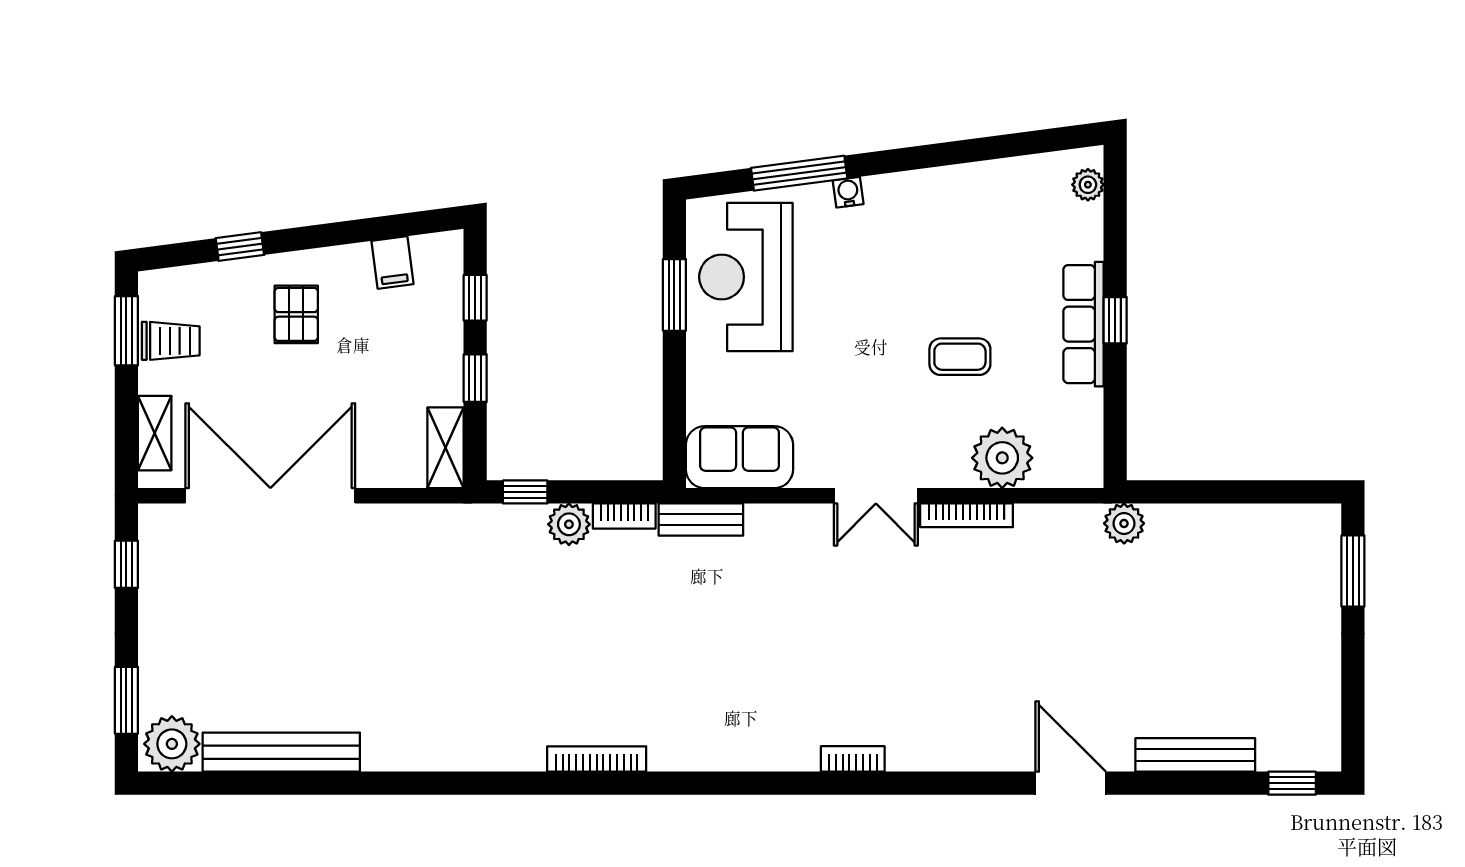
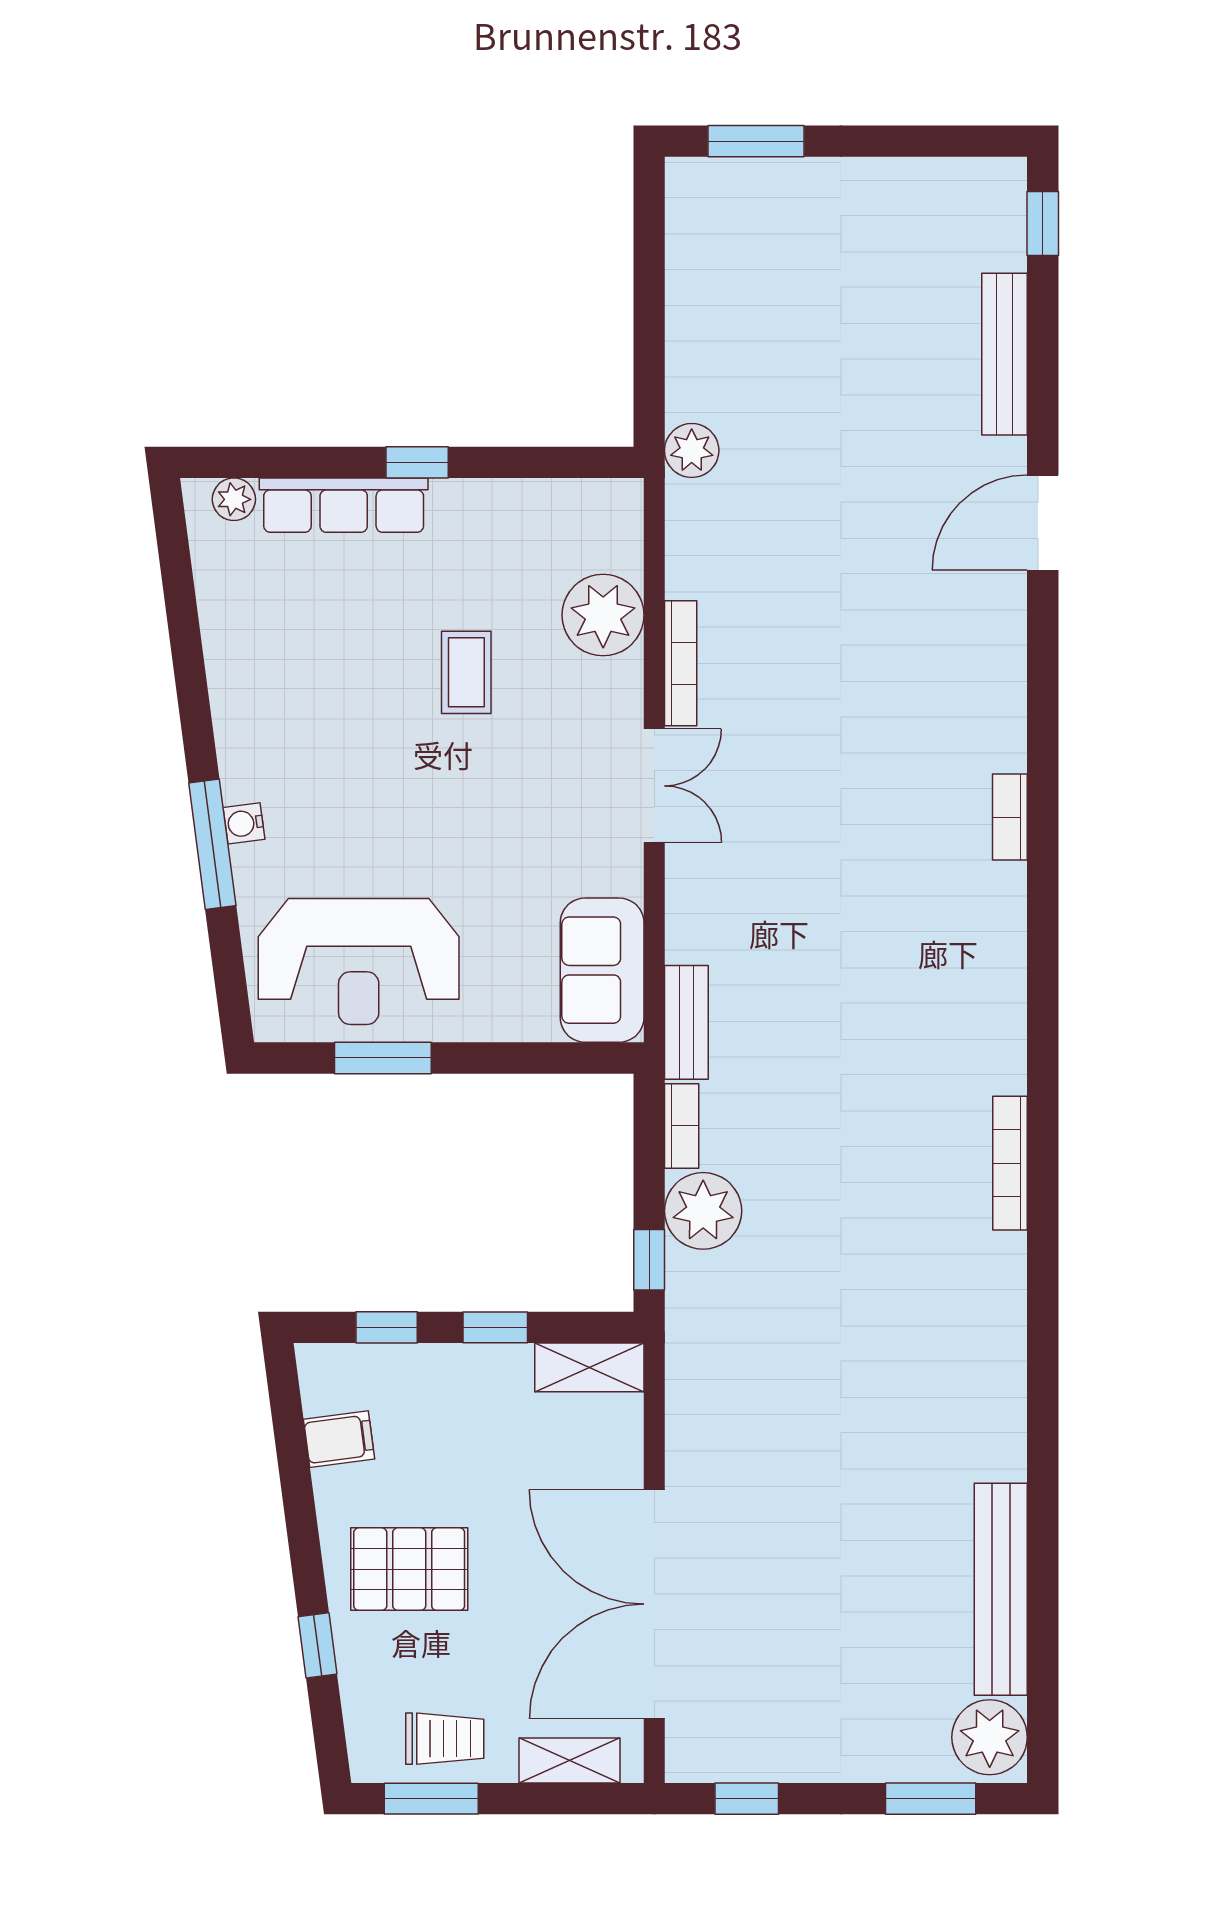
window: (799, 173) -> (212, 844), moved
pallet: (296, 314) -> (409, 1569), width x1.50, depth x1.42
row of seats: (1084, 324) -> (344, 505), moved
trolley: (171, 341) -> (445, 1739), turned 90
plant: (569, 524) -> (703, 1211), width x1.36, depth x1.36

